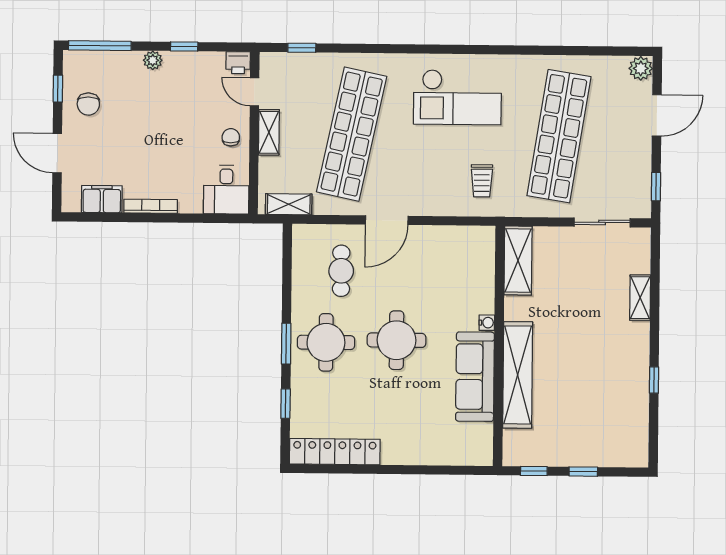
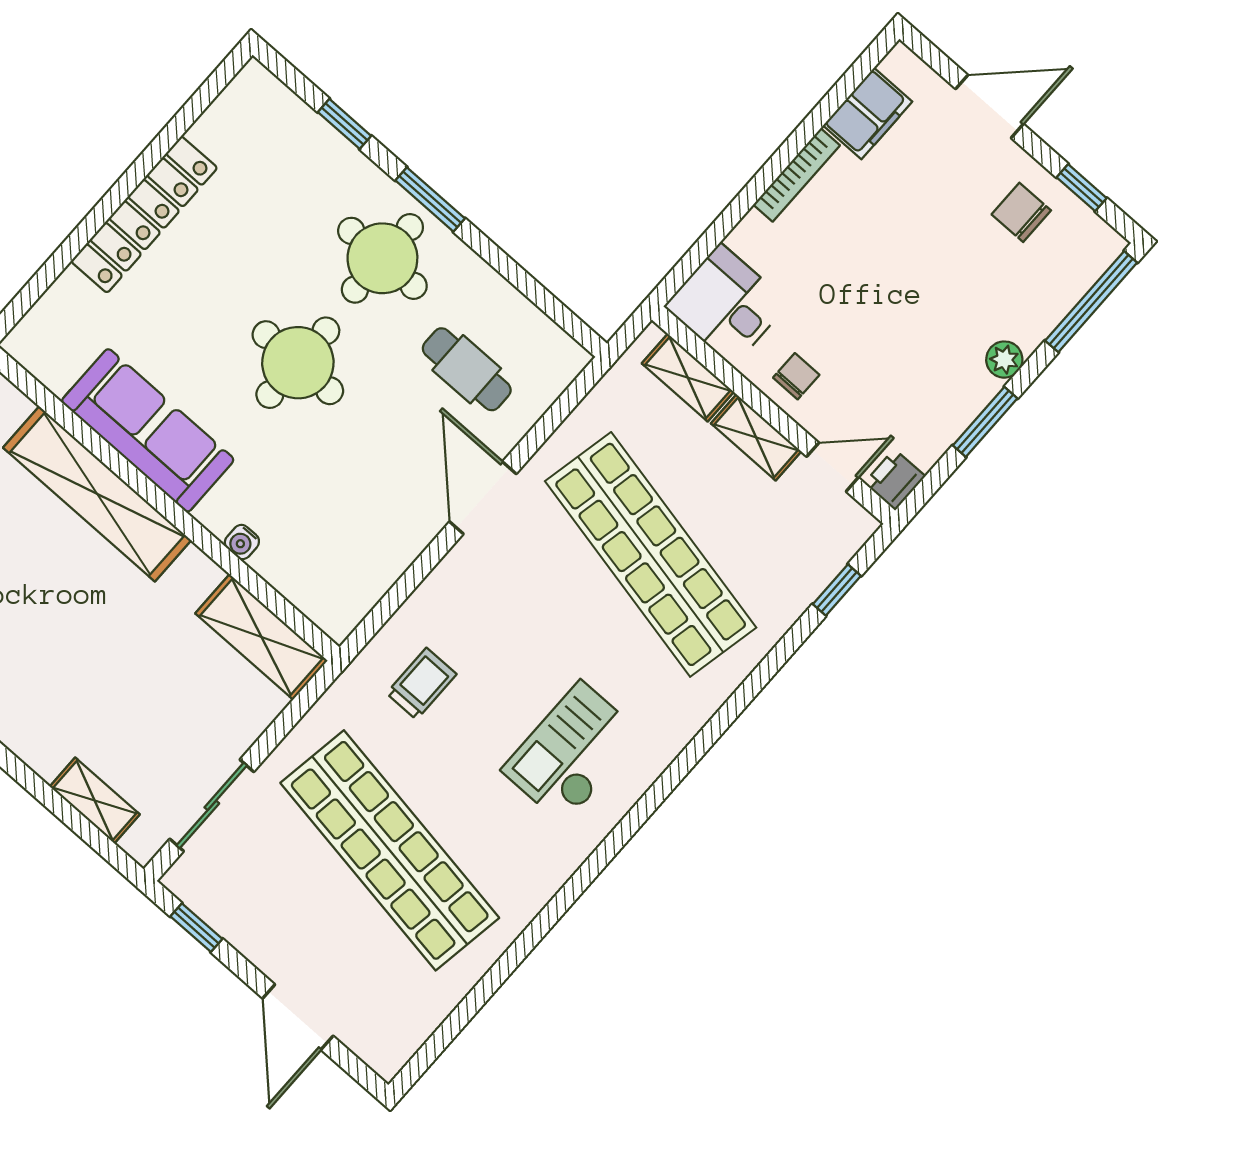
window: (184, 47) -> (985, 422), width x1.50
plant: (641, 68) -> (386, 1053), removed
checkout: (457, 97) -> (572, 753), width x0.73, depth x0.83
chair: (231, 137) -> (796, 376), turned -90
trolley: (482, 181) -> (421, 684), turned 90
shelving: (289, 204) -> (688, 378), moved, turned 90
shelving: (640, 298) -> (95, 800), moved
water cooler: (487, 323) -> (242, 542), moved
locker: (335, 452) -> (144, 215), moved

